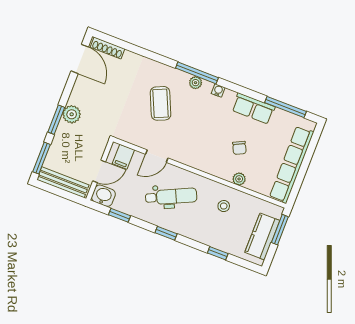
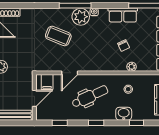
plant: (196, 83) -> (81, 17), width x1.87, depth x1.87
coffee table: (161, 103) -> (58, 36), turned -44
washbasin: (103, 196) -> (124, 114), moved

